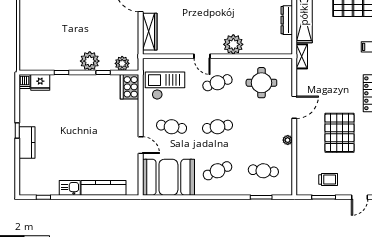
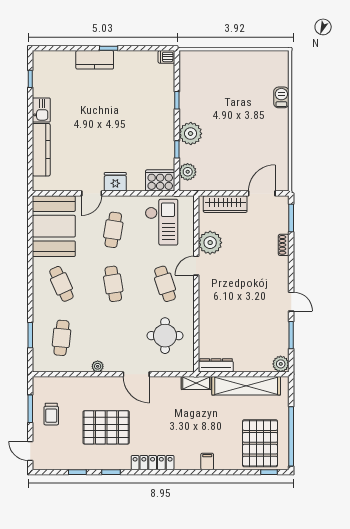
dresser: (287, 20) -> (216, 365), moved
plant: (233, 44) -> (210, 243), moved
fridge: (40, 82) -> (115, 182), moved, turned 90

